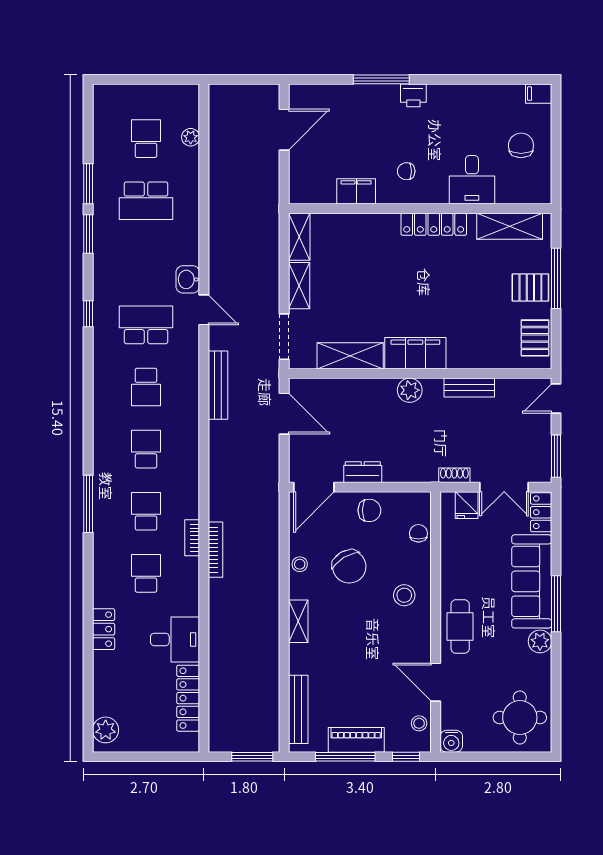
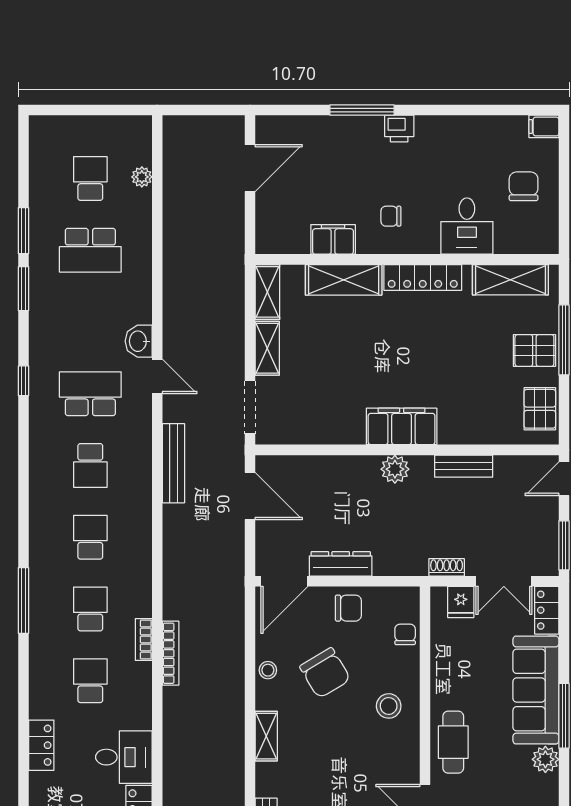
shelving: (350, 356) -> (344, 280), moved
dresser: (363, 472) -> (341, 564), width x1.44

